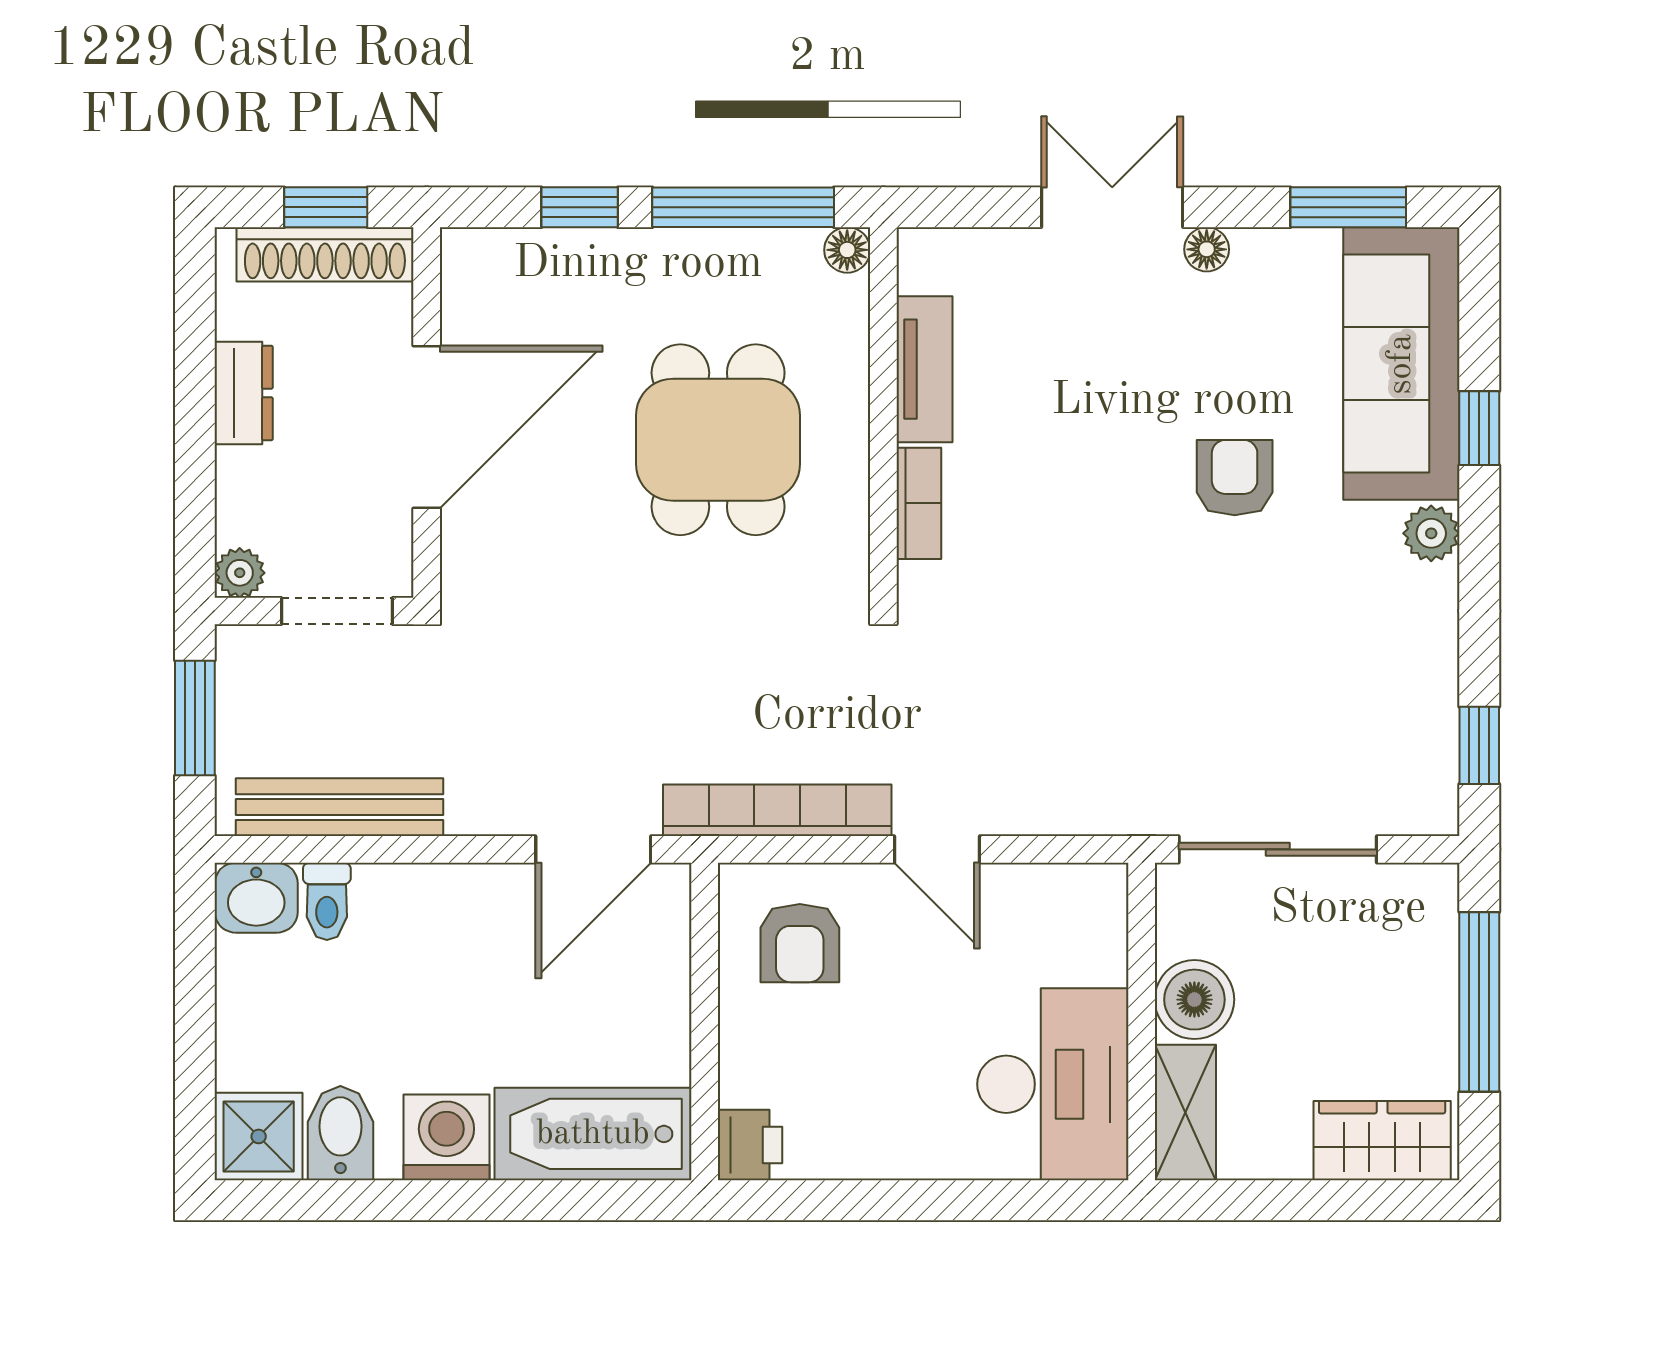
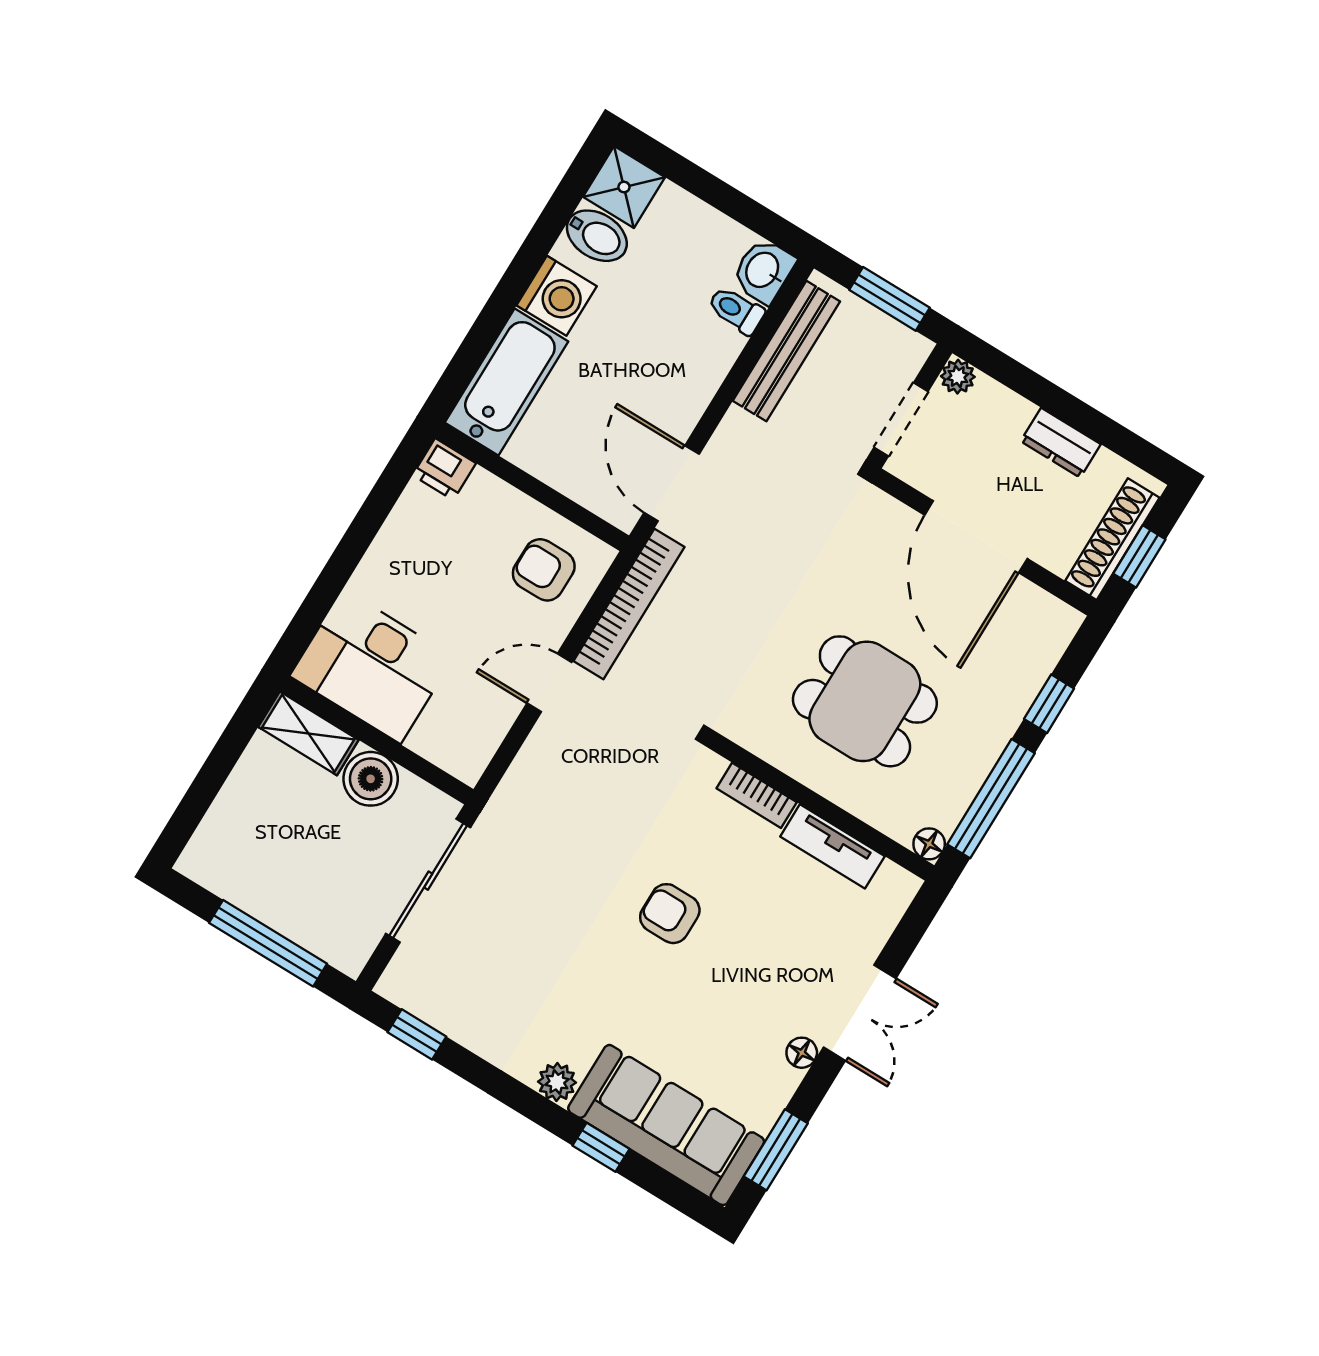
armchair: (1235, 478) -> (670, 914), moved, turned 180
wardrobe: (1382, 1141) -> (222, 838), removed

